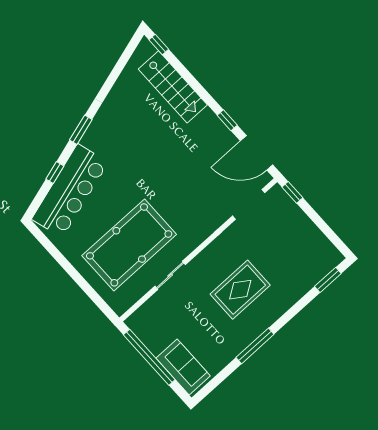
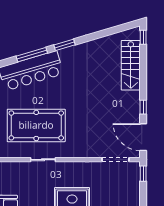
window: (55, 172) -> (32, 55), width x2.17

